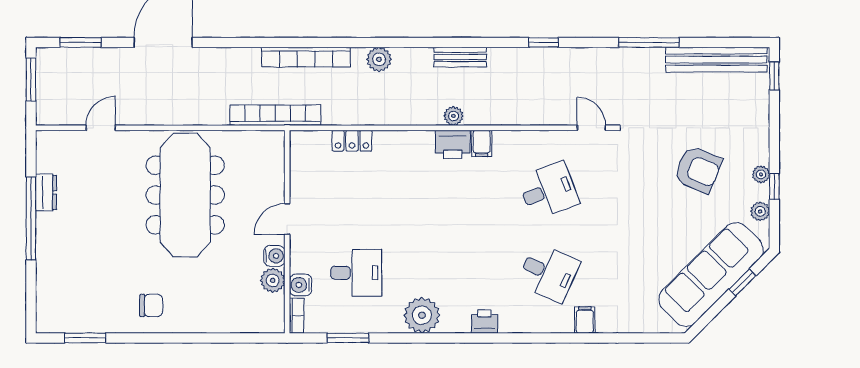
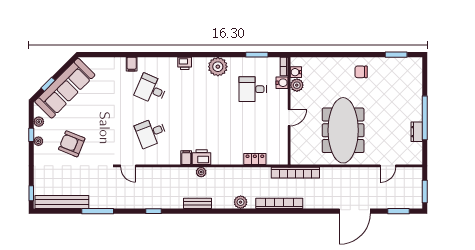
water cooler: (274, 256) -> (296, 72), moved

